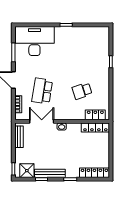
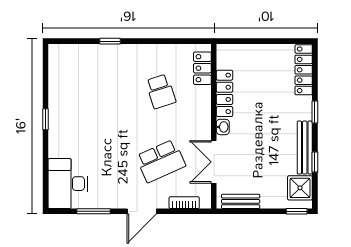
desk: (34, 41) -> (68, 184), width x0.73, depth x0.77
school desk: (42, 91) -> (161, 161), turned -33
locker: (95, 127) -> (225, 93), moved

